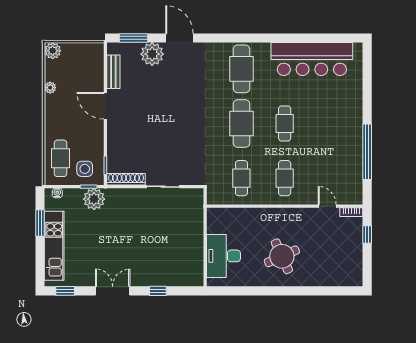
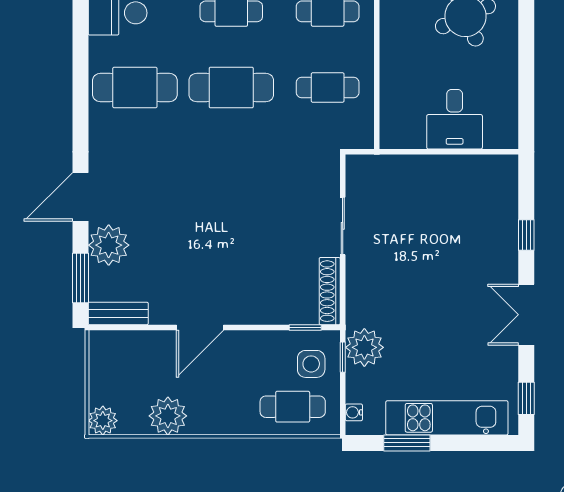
bench: (113, 72) -> (118, 313), moved
plant: (50, 88) -> (168, 416), width x1.87, depth x1.87
desk: (223, 256) -> (455, 119), width x0.73

